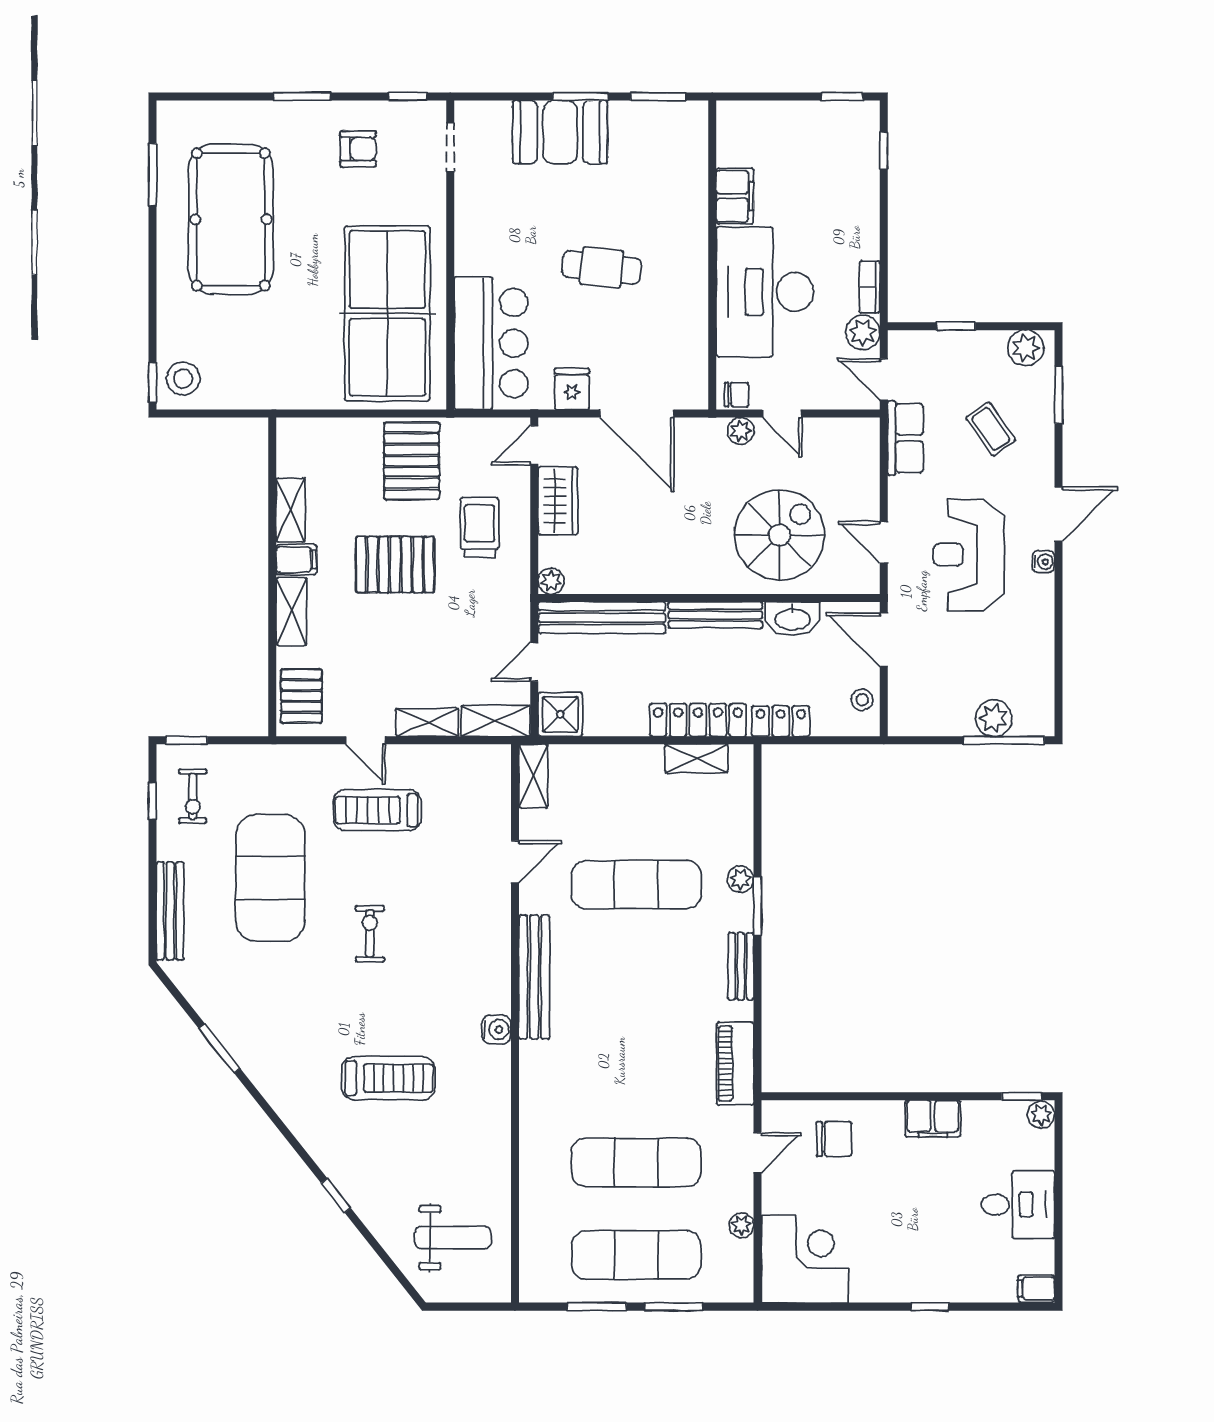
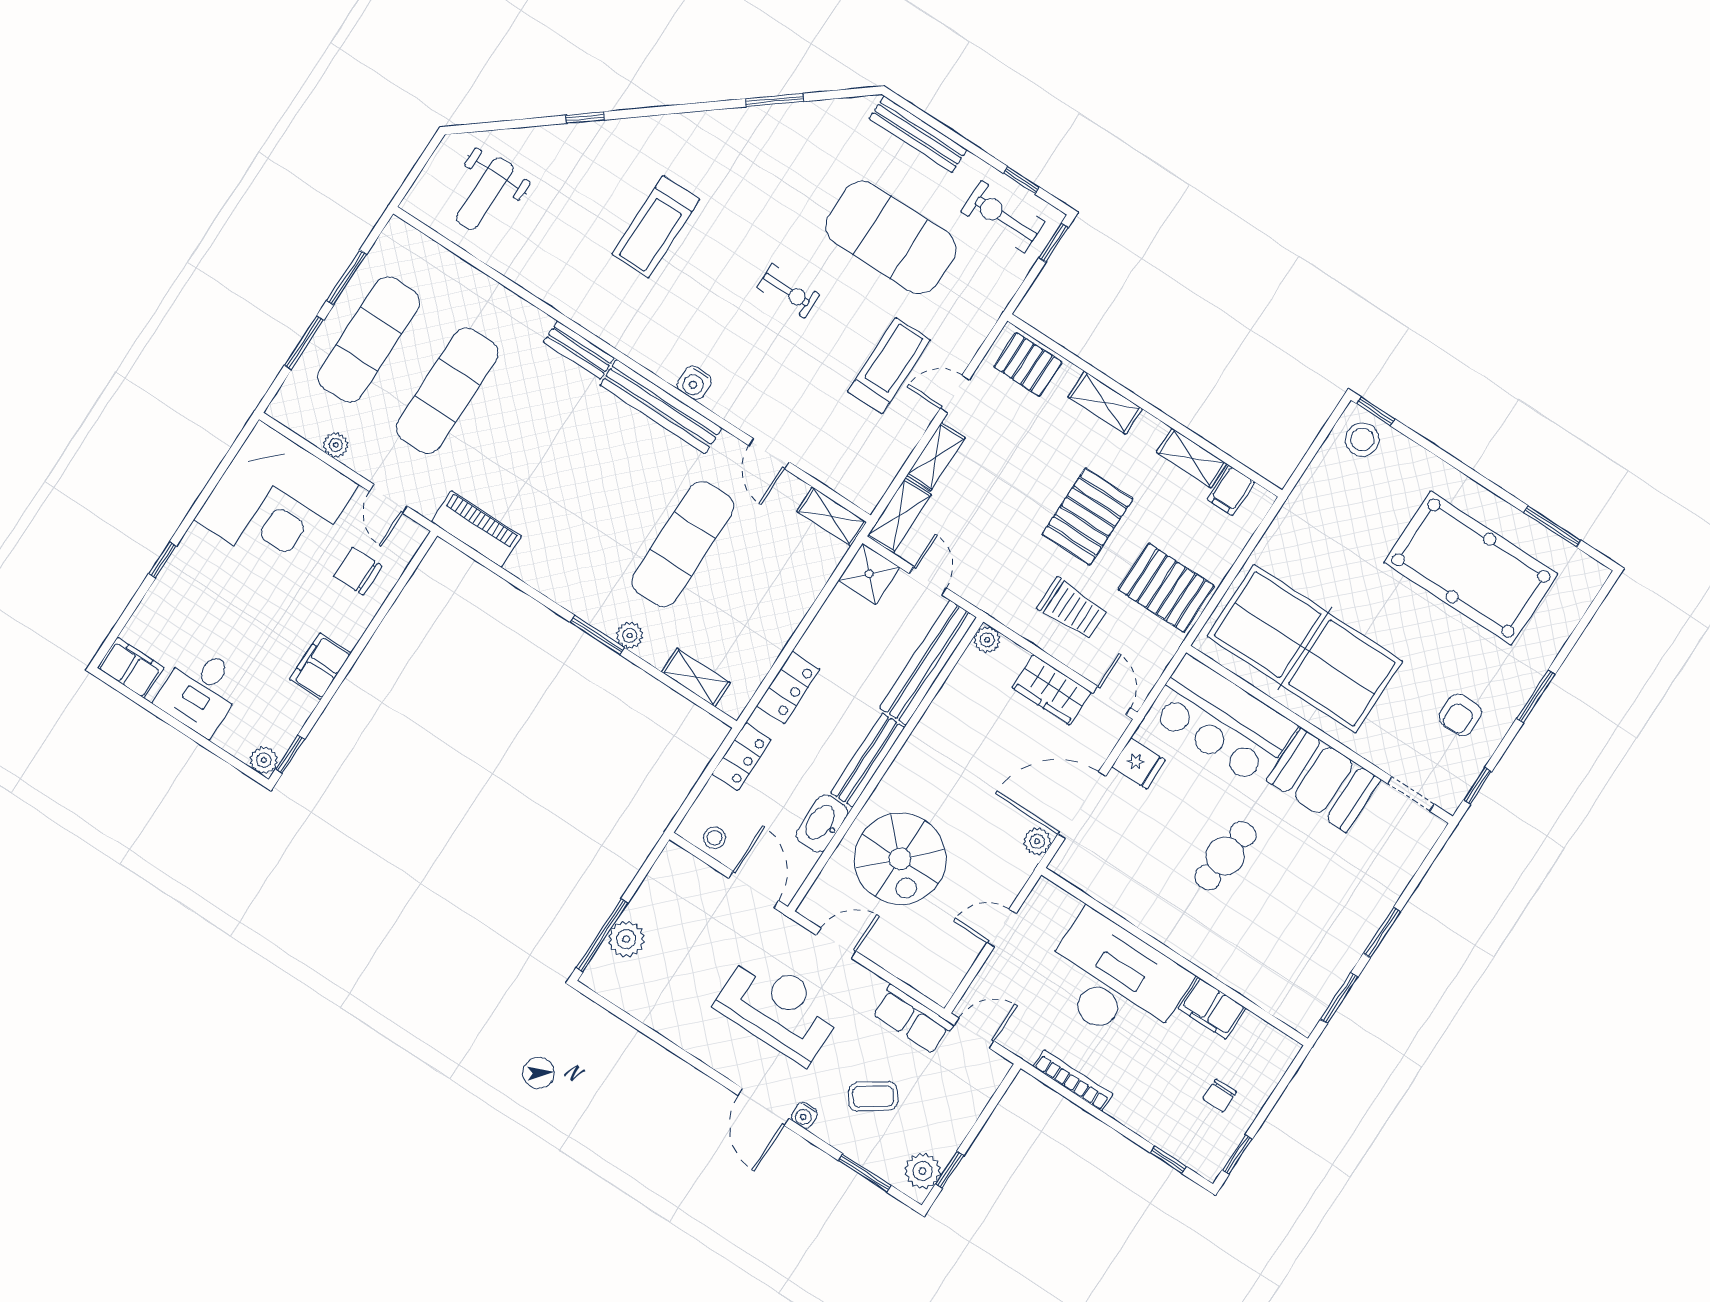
booth: (560, 132) -> (1324, 780), moved, turned 90
bookcase: (870, 287) -> (1073, 1080), width x1.56
window: (956, 326) -> (950, 1170), moved
plant: (863, 332) -> (1026, 1041), removed
chair: (737, 395) -> (1220, 1096), moved
plant: (741, 431) -> (1037, 841), moved
filing cabinet: (296, 560) -> (1231, 490), moved
water cooler: (1044, 562) -> (804, 1115), moved
door: (884, 640) -> (754, 889), hinge flipped
locker: (698, 720) -> (788, 687), width x0.66
shelving: (696, 758) -> (696, 677), moved, turned 90
exercise bike: (193, 796) -> (1003, 217), width x1.38, depth x1.39
bench: (741, 966) -> (579, 350), moved
water cooler: (497, 1030) -> (694, 383), moved
chair: (834, 1139) -> (358, 571), turned 90
corner desk: (805, 1259) -> (276, 502), width x1.36, depth x1.36
filing cabinet: (1036, 1289) -> (131, 668), width x2.00

